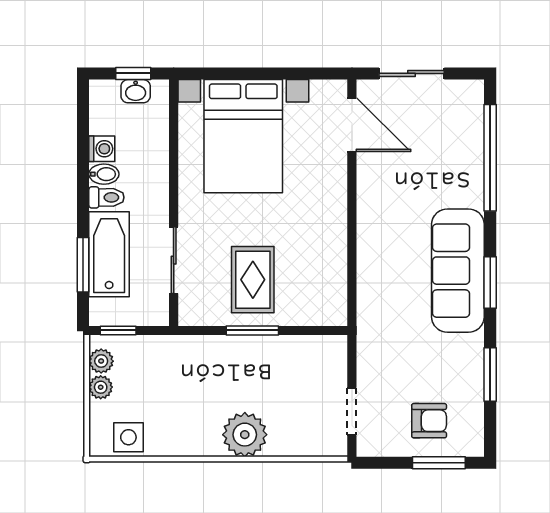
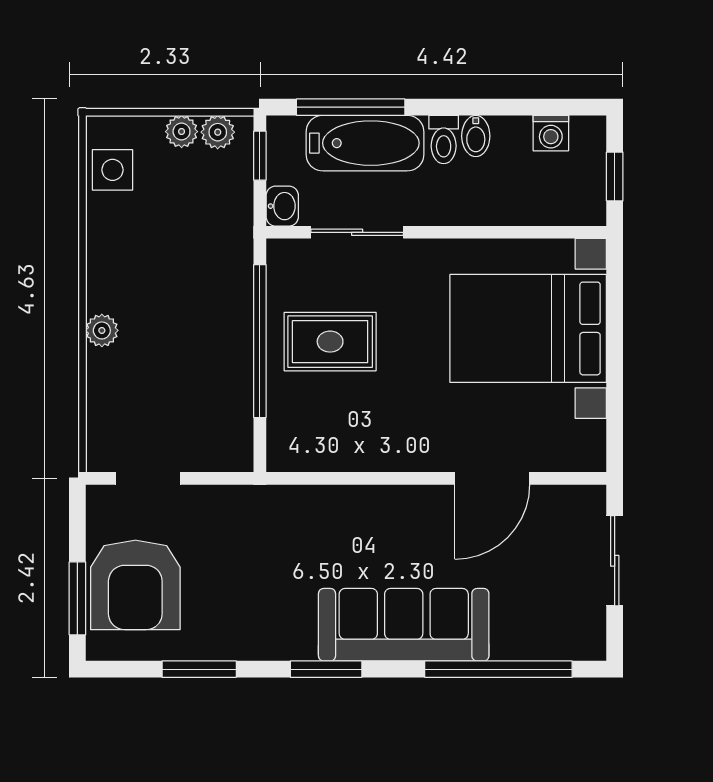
washbasin: (136, 91) -> (282, 206), moved, turned 180
door: (352, 125) -> (492, 478), moved
washing machine: (102, 149) -> (551, 133), moved
window: (83, 265) -> (351, 107), width x1.44
sofa: (458, 271) -> (404, 625), moved
window: (252, 330) -> (260, 341), width x2.11
armchair: (429, 421) -> (135, 585), width x1.88, depth x1.88
plant: (245, 435) -> (102, 330), width x0.53, depth x0.53

